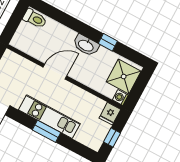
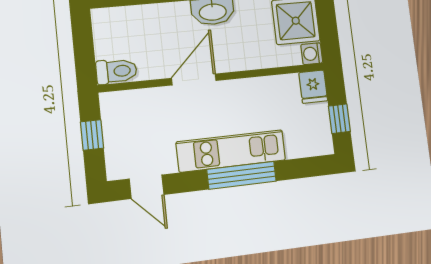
toilet: (35, 19) -> (117, 71), moved
window: (47, 131) -> (242, 175), width x1.44

